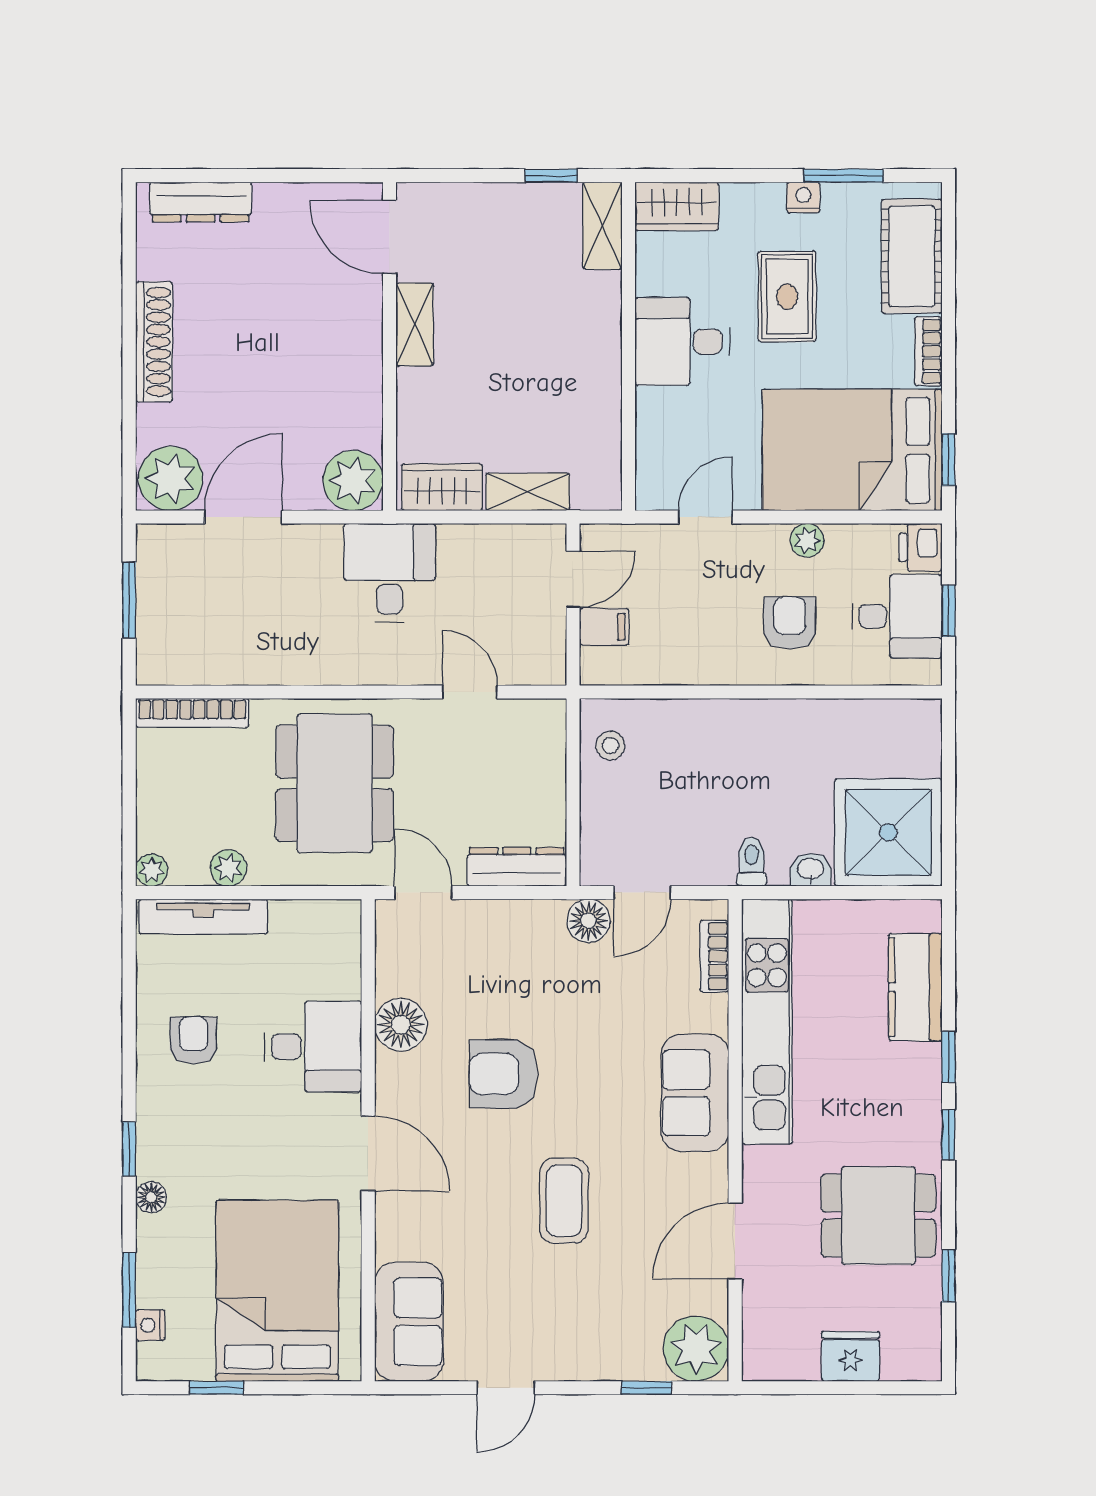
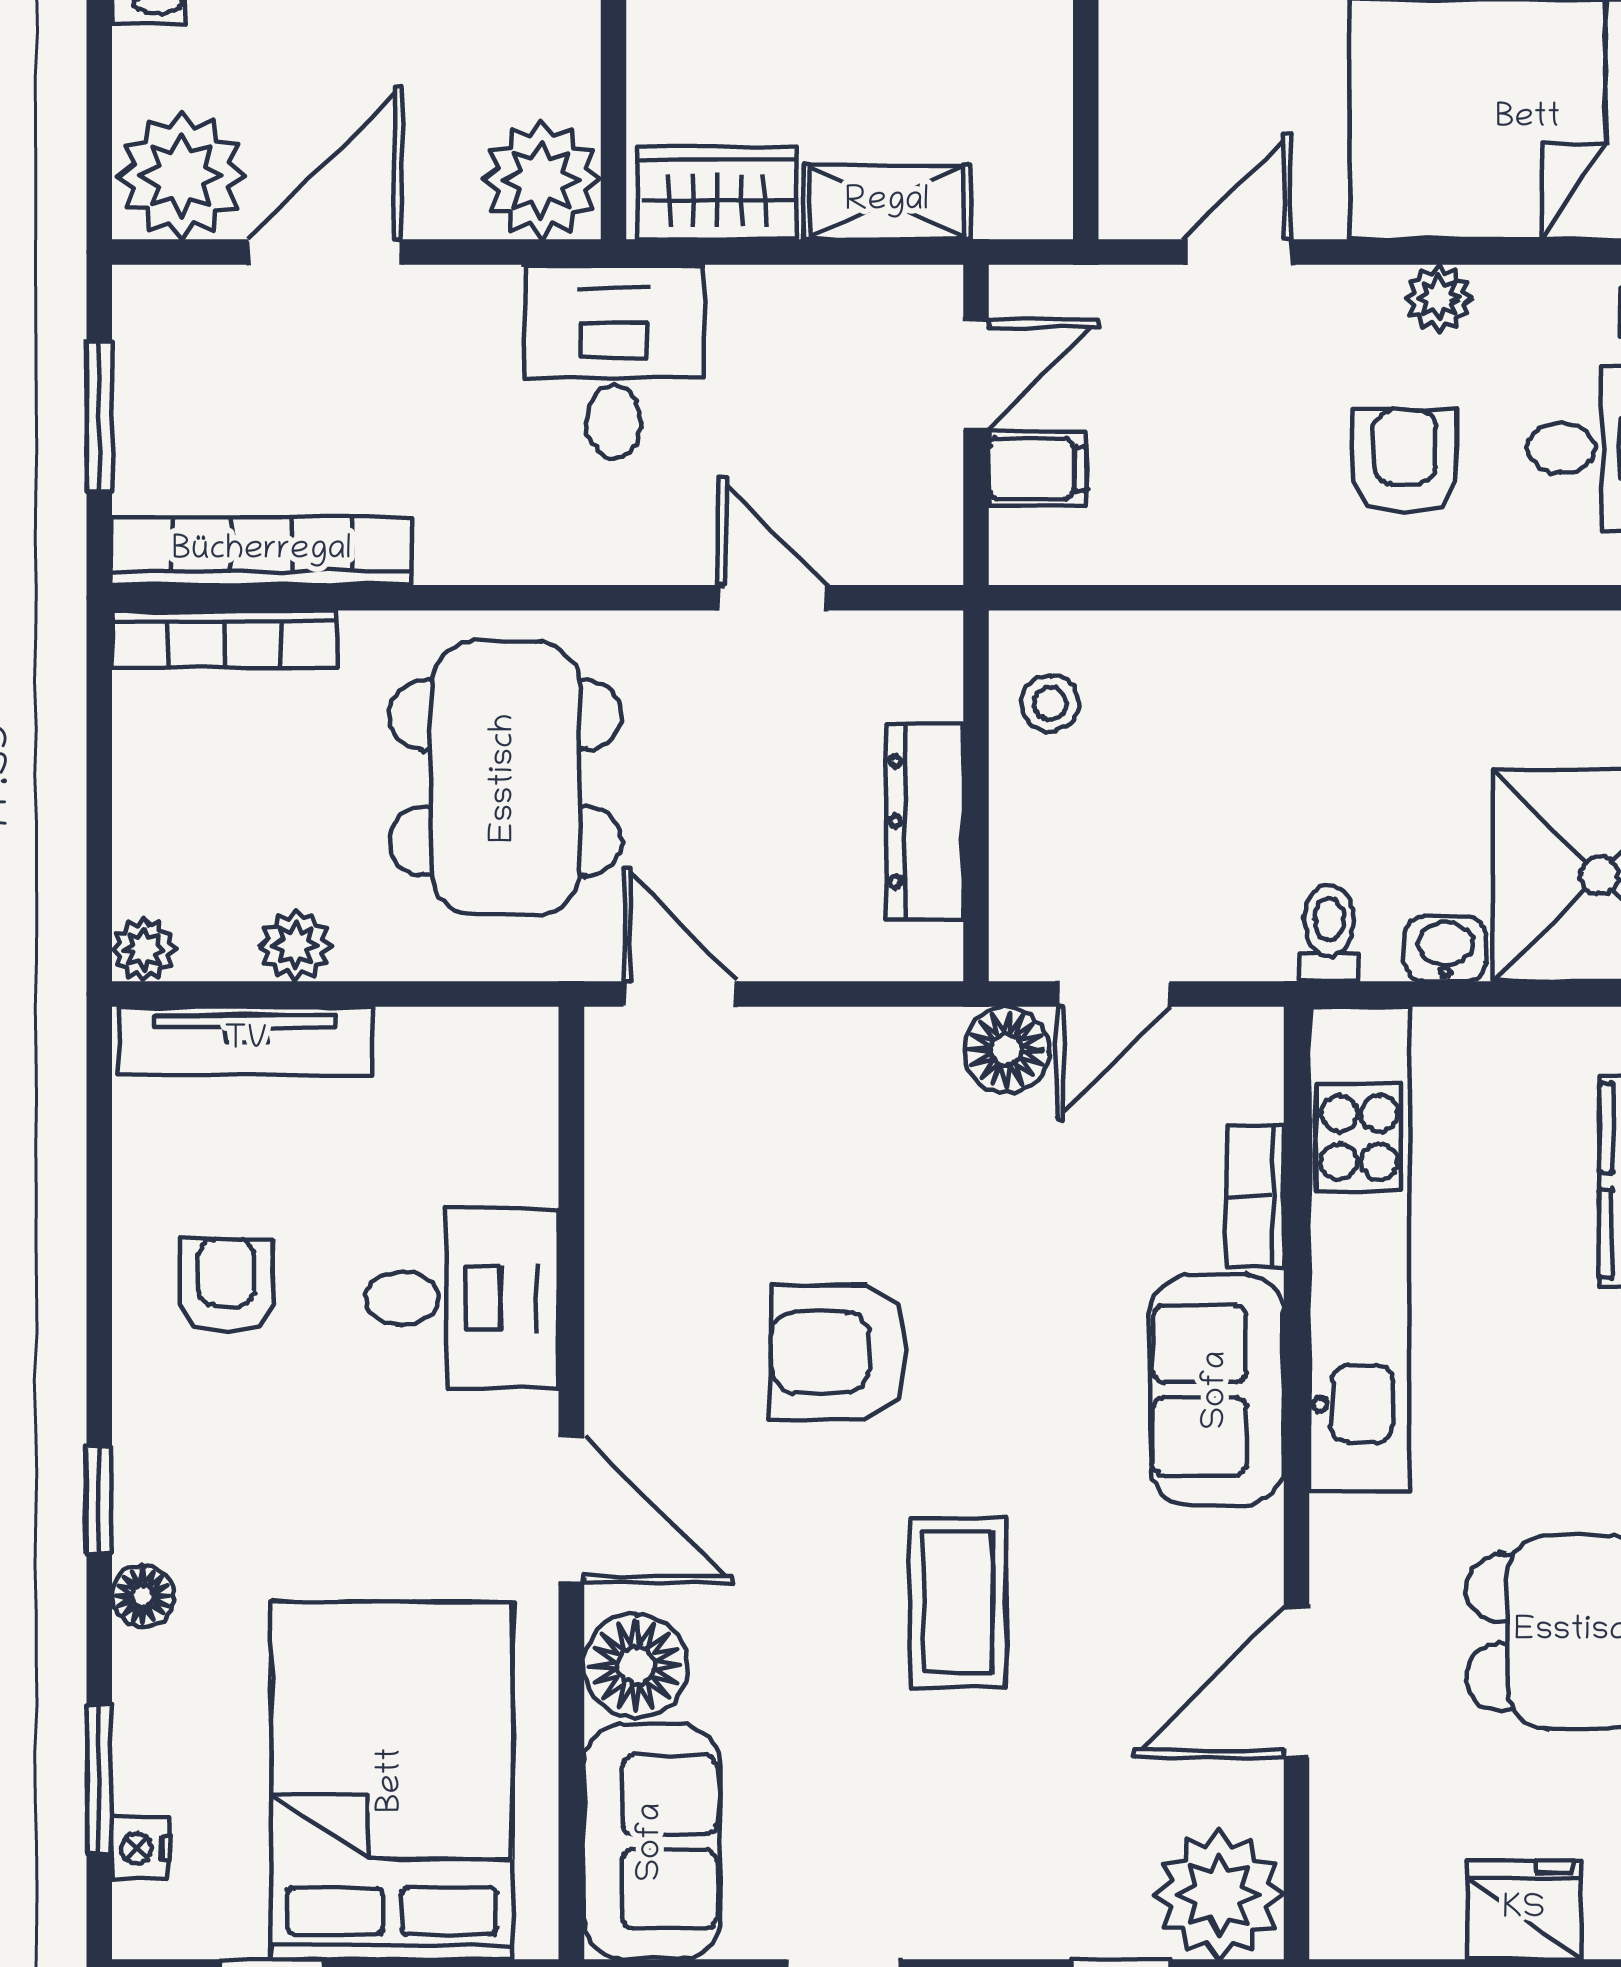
bookcase: (211, 668) -> (262, 551), added
dresser: (517, 867) -> (925, 821), moved, turned -90
bookcase: (714, 956) -> (1255, 1196), moved
floor lamp: (401, 1025) -> (636, 1666), moved

